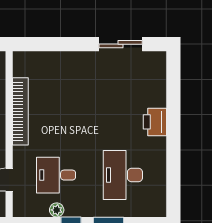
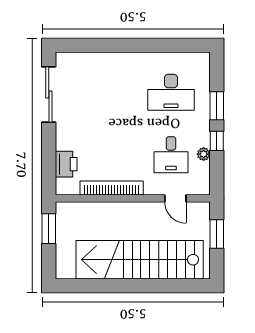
sliding door: (121, 44) -> (49, 94), width x1.37
printer: (155, 122) -> (66, 164), moved, turned -90

